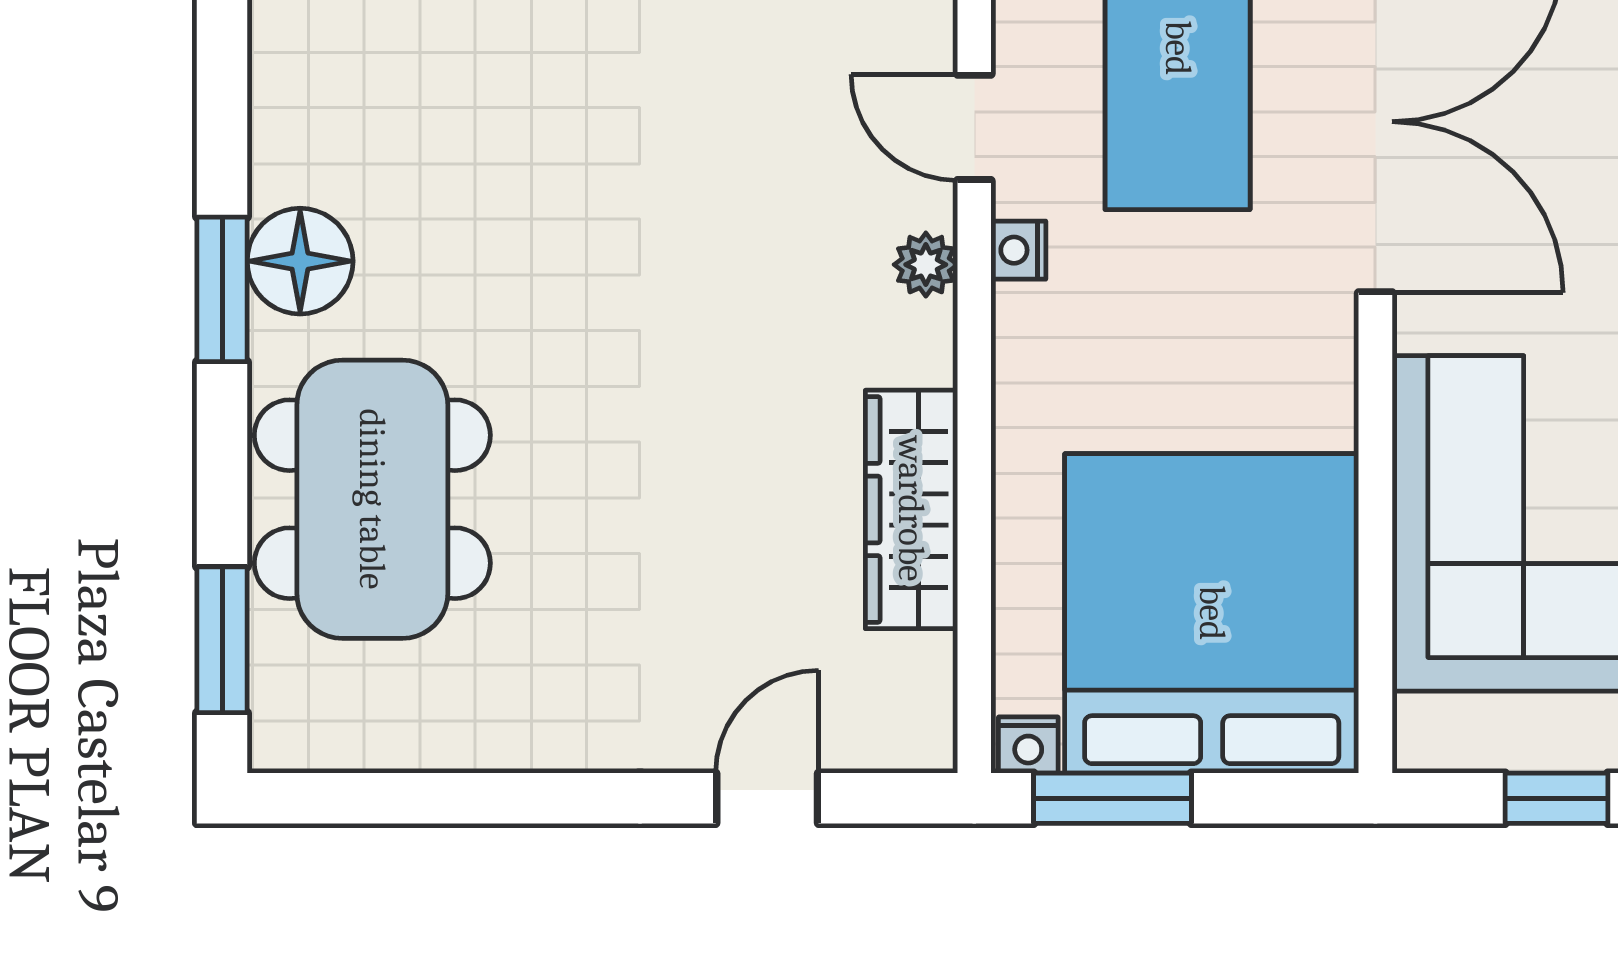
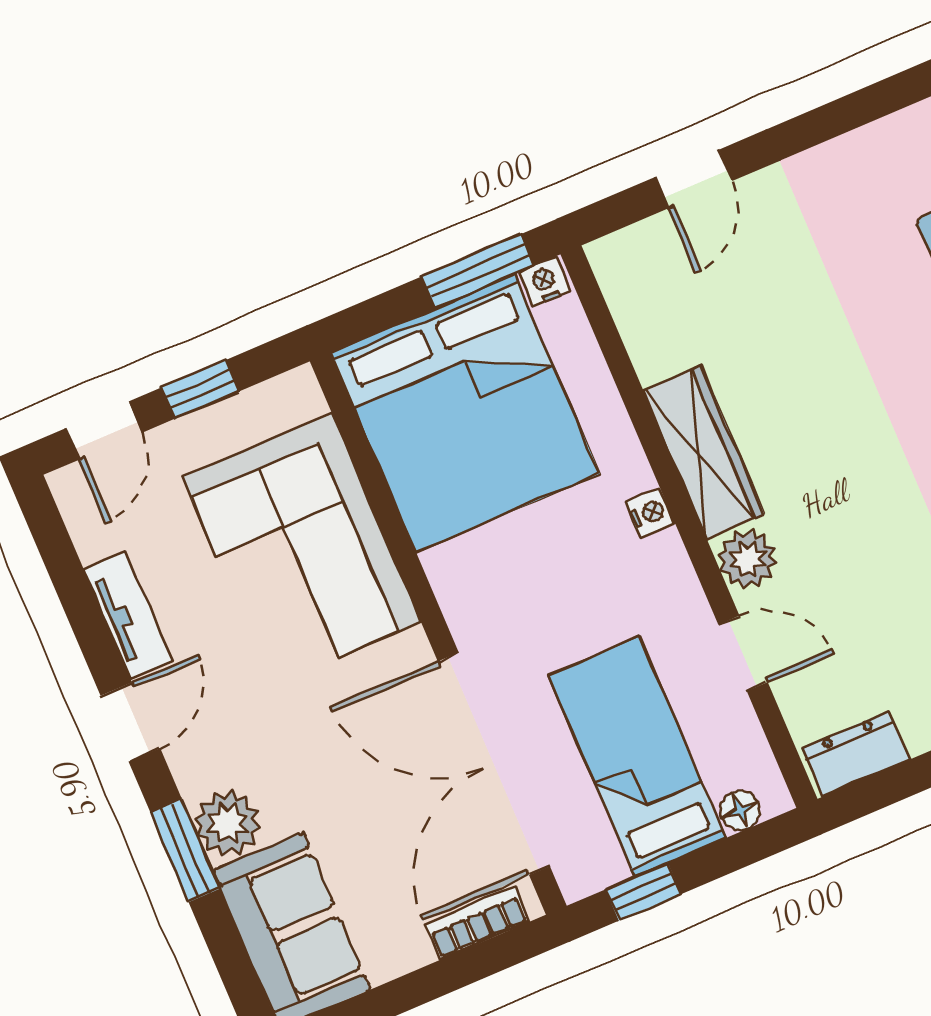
nightstand: (1018, 250) -> (650, 513), moved
plant: (926, 265) -> (747, 559), width x1.38, depth x1.38
wardrobe: (911, 509) -> (704, 452), moved

